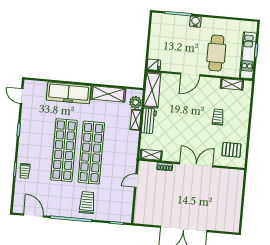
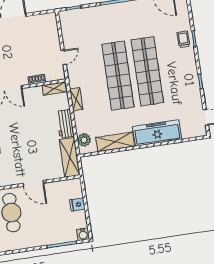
water cooler: (195, 22) -> (83, 234), moved
fridge: (154, 65) -> (77, 205), moved
door: (190, 74) -> (33, 183), swing flipped
shelving: (136, 120) -> (76, 99), moved
trolley: (87, 203) -> (110, 22), removed

